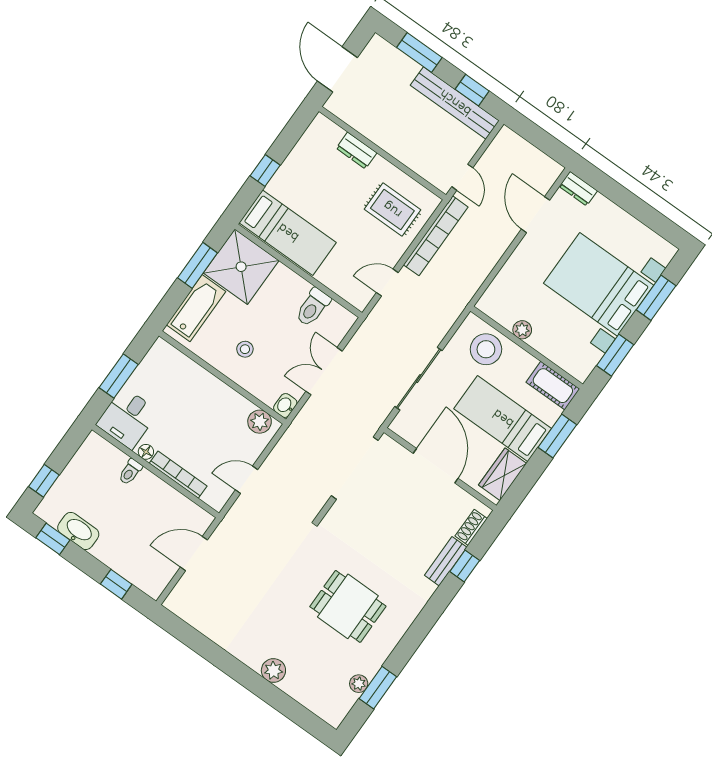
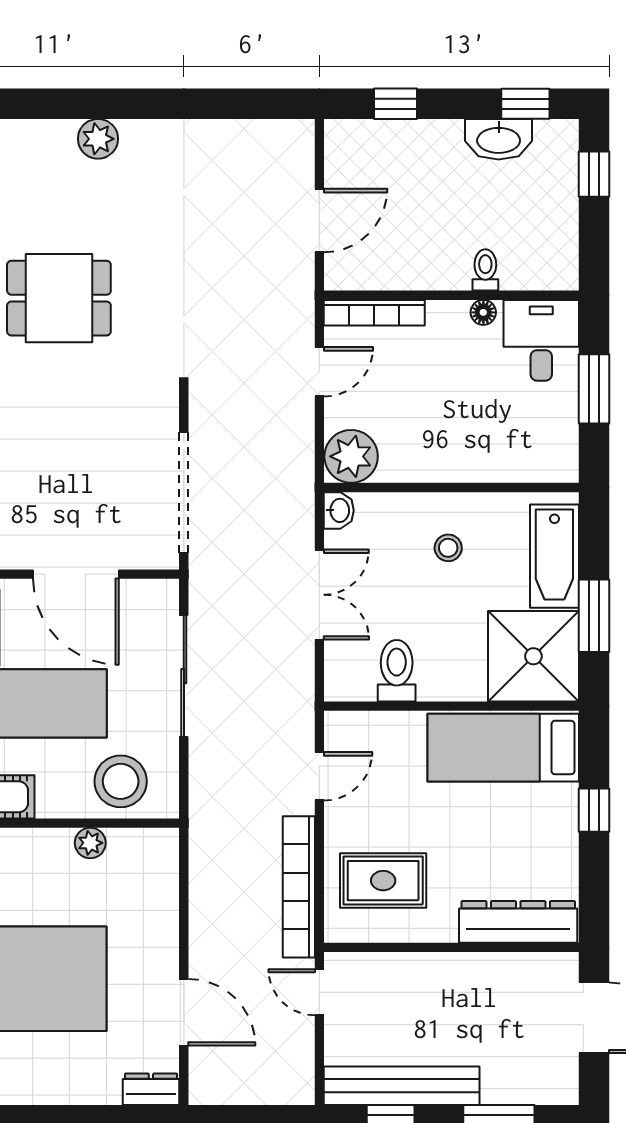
dresser: (356, 150) -> (518, 922), width x1.96, depth x1.24
plant: (260, 422) -> (351, 456), width x1.36, depth x1.36
bookcase: (178, 475) -> (374, 313), moved

